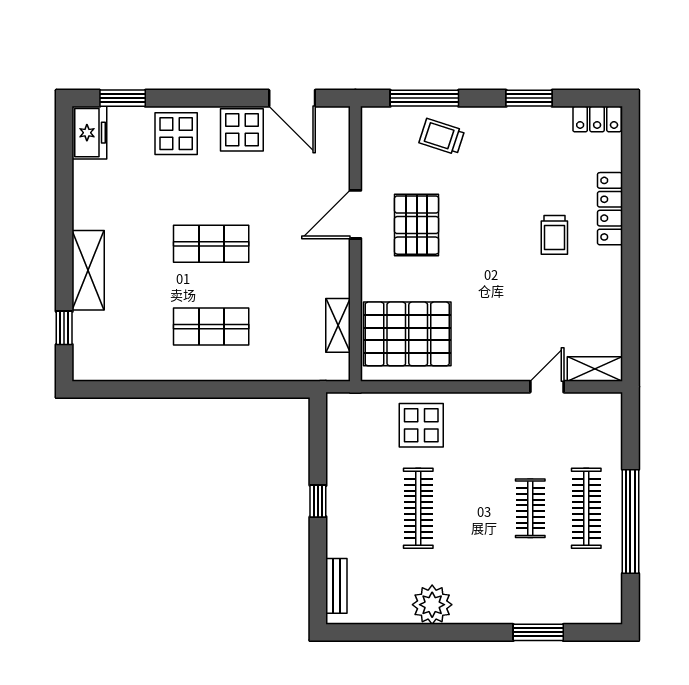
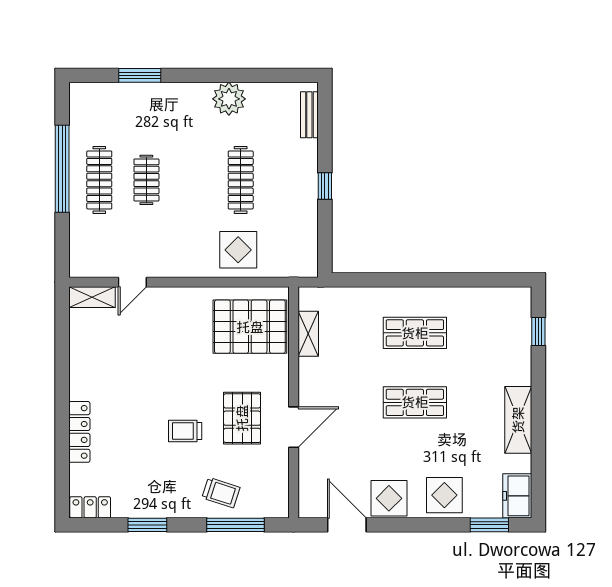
trolley: (554, 235) -> (185, 431), moved, turned -90
shelving: (88, 270) -> (518, 420), moved

